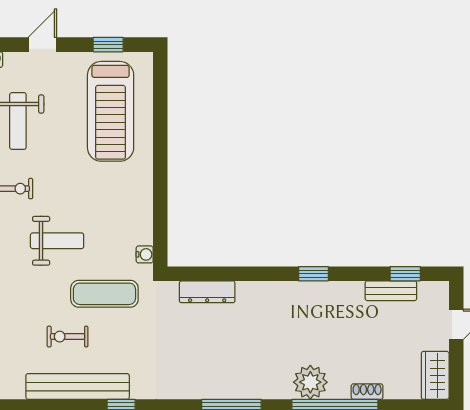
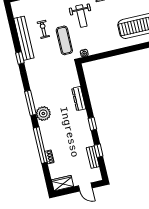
window: (405, 274) -> (99, 151), moved
dresser: (207, 292) -> (79, 99), moved
plant: (310, 382) -> (43, 114), moved

